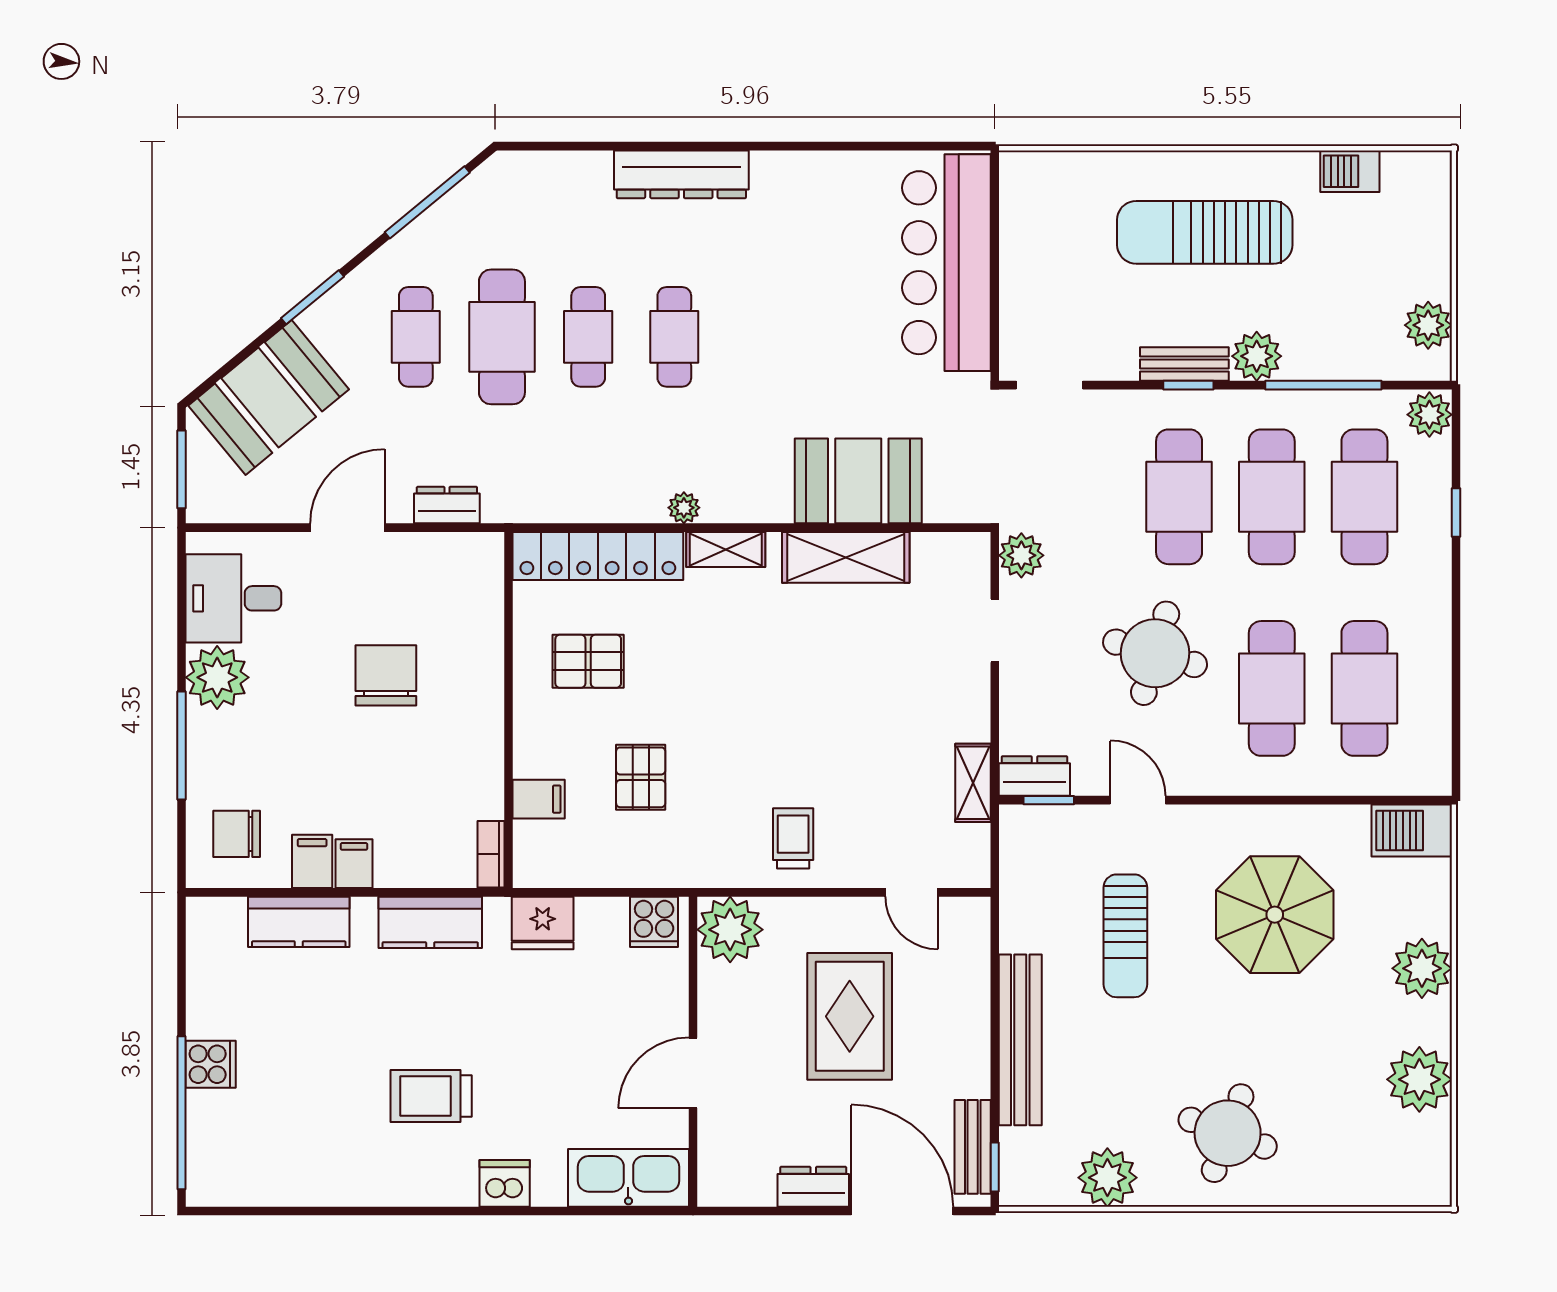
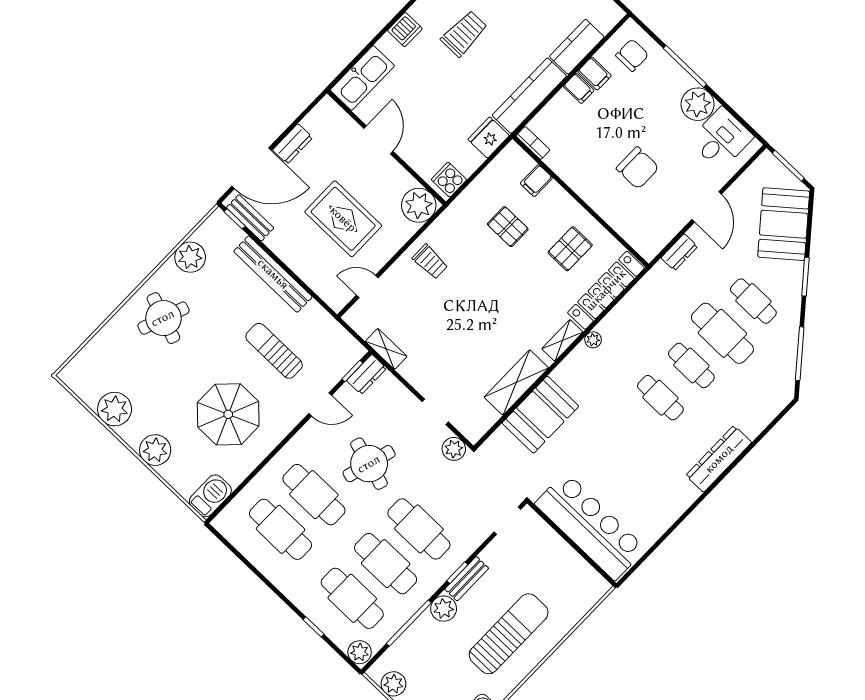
kitchen counter: (430, 922) -> (529, 96), width x1.50

